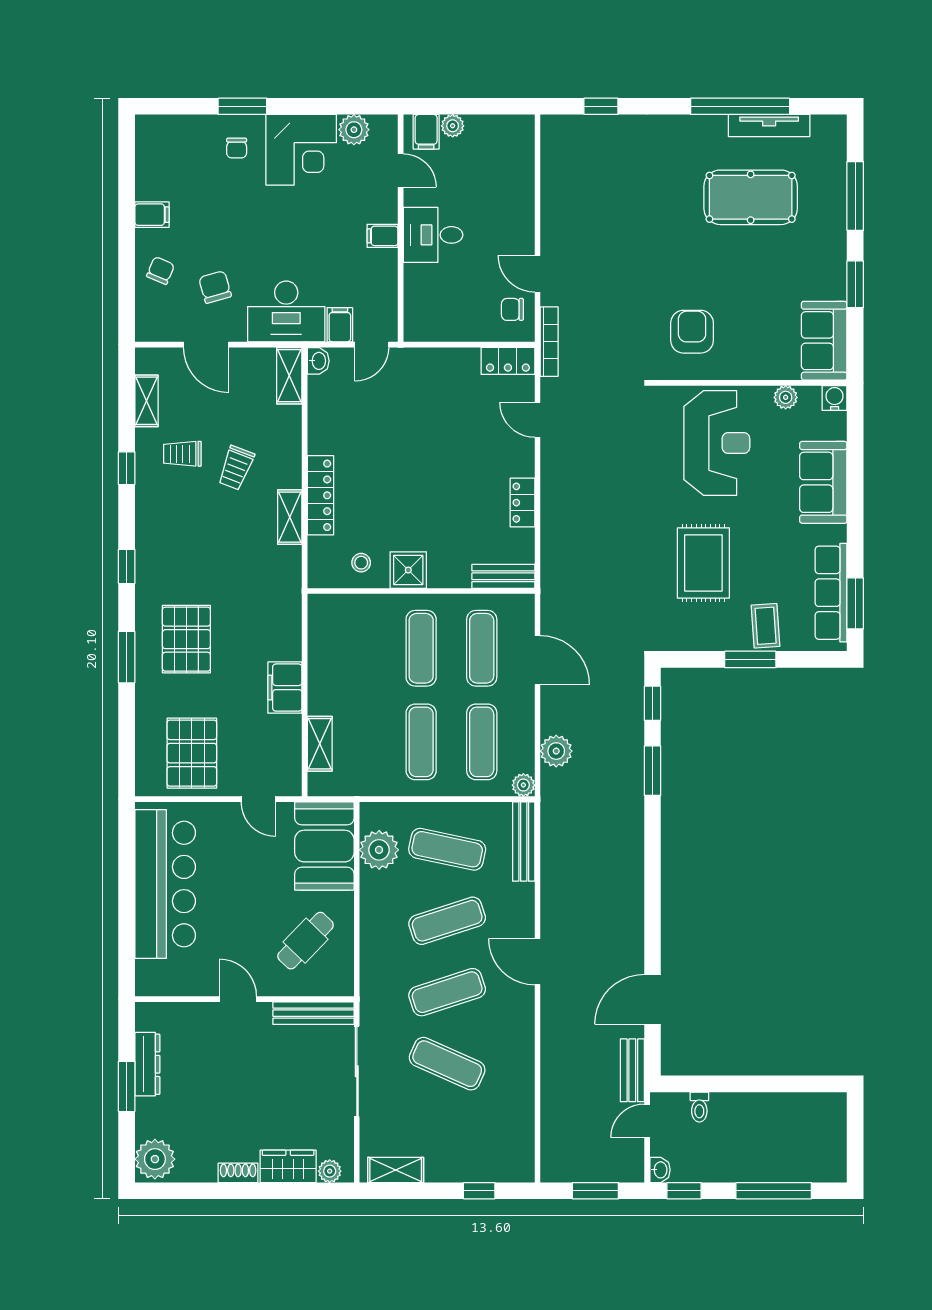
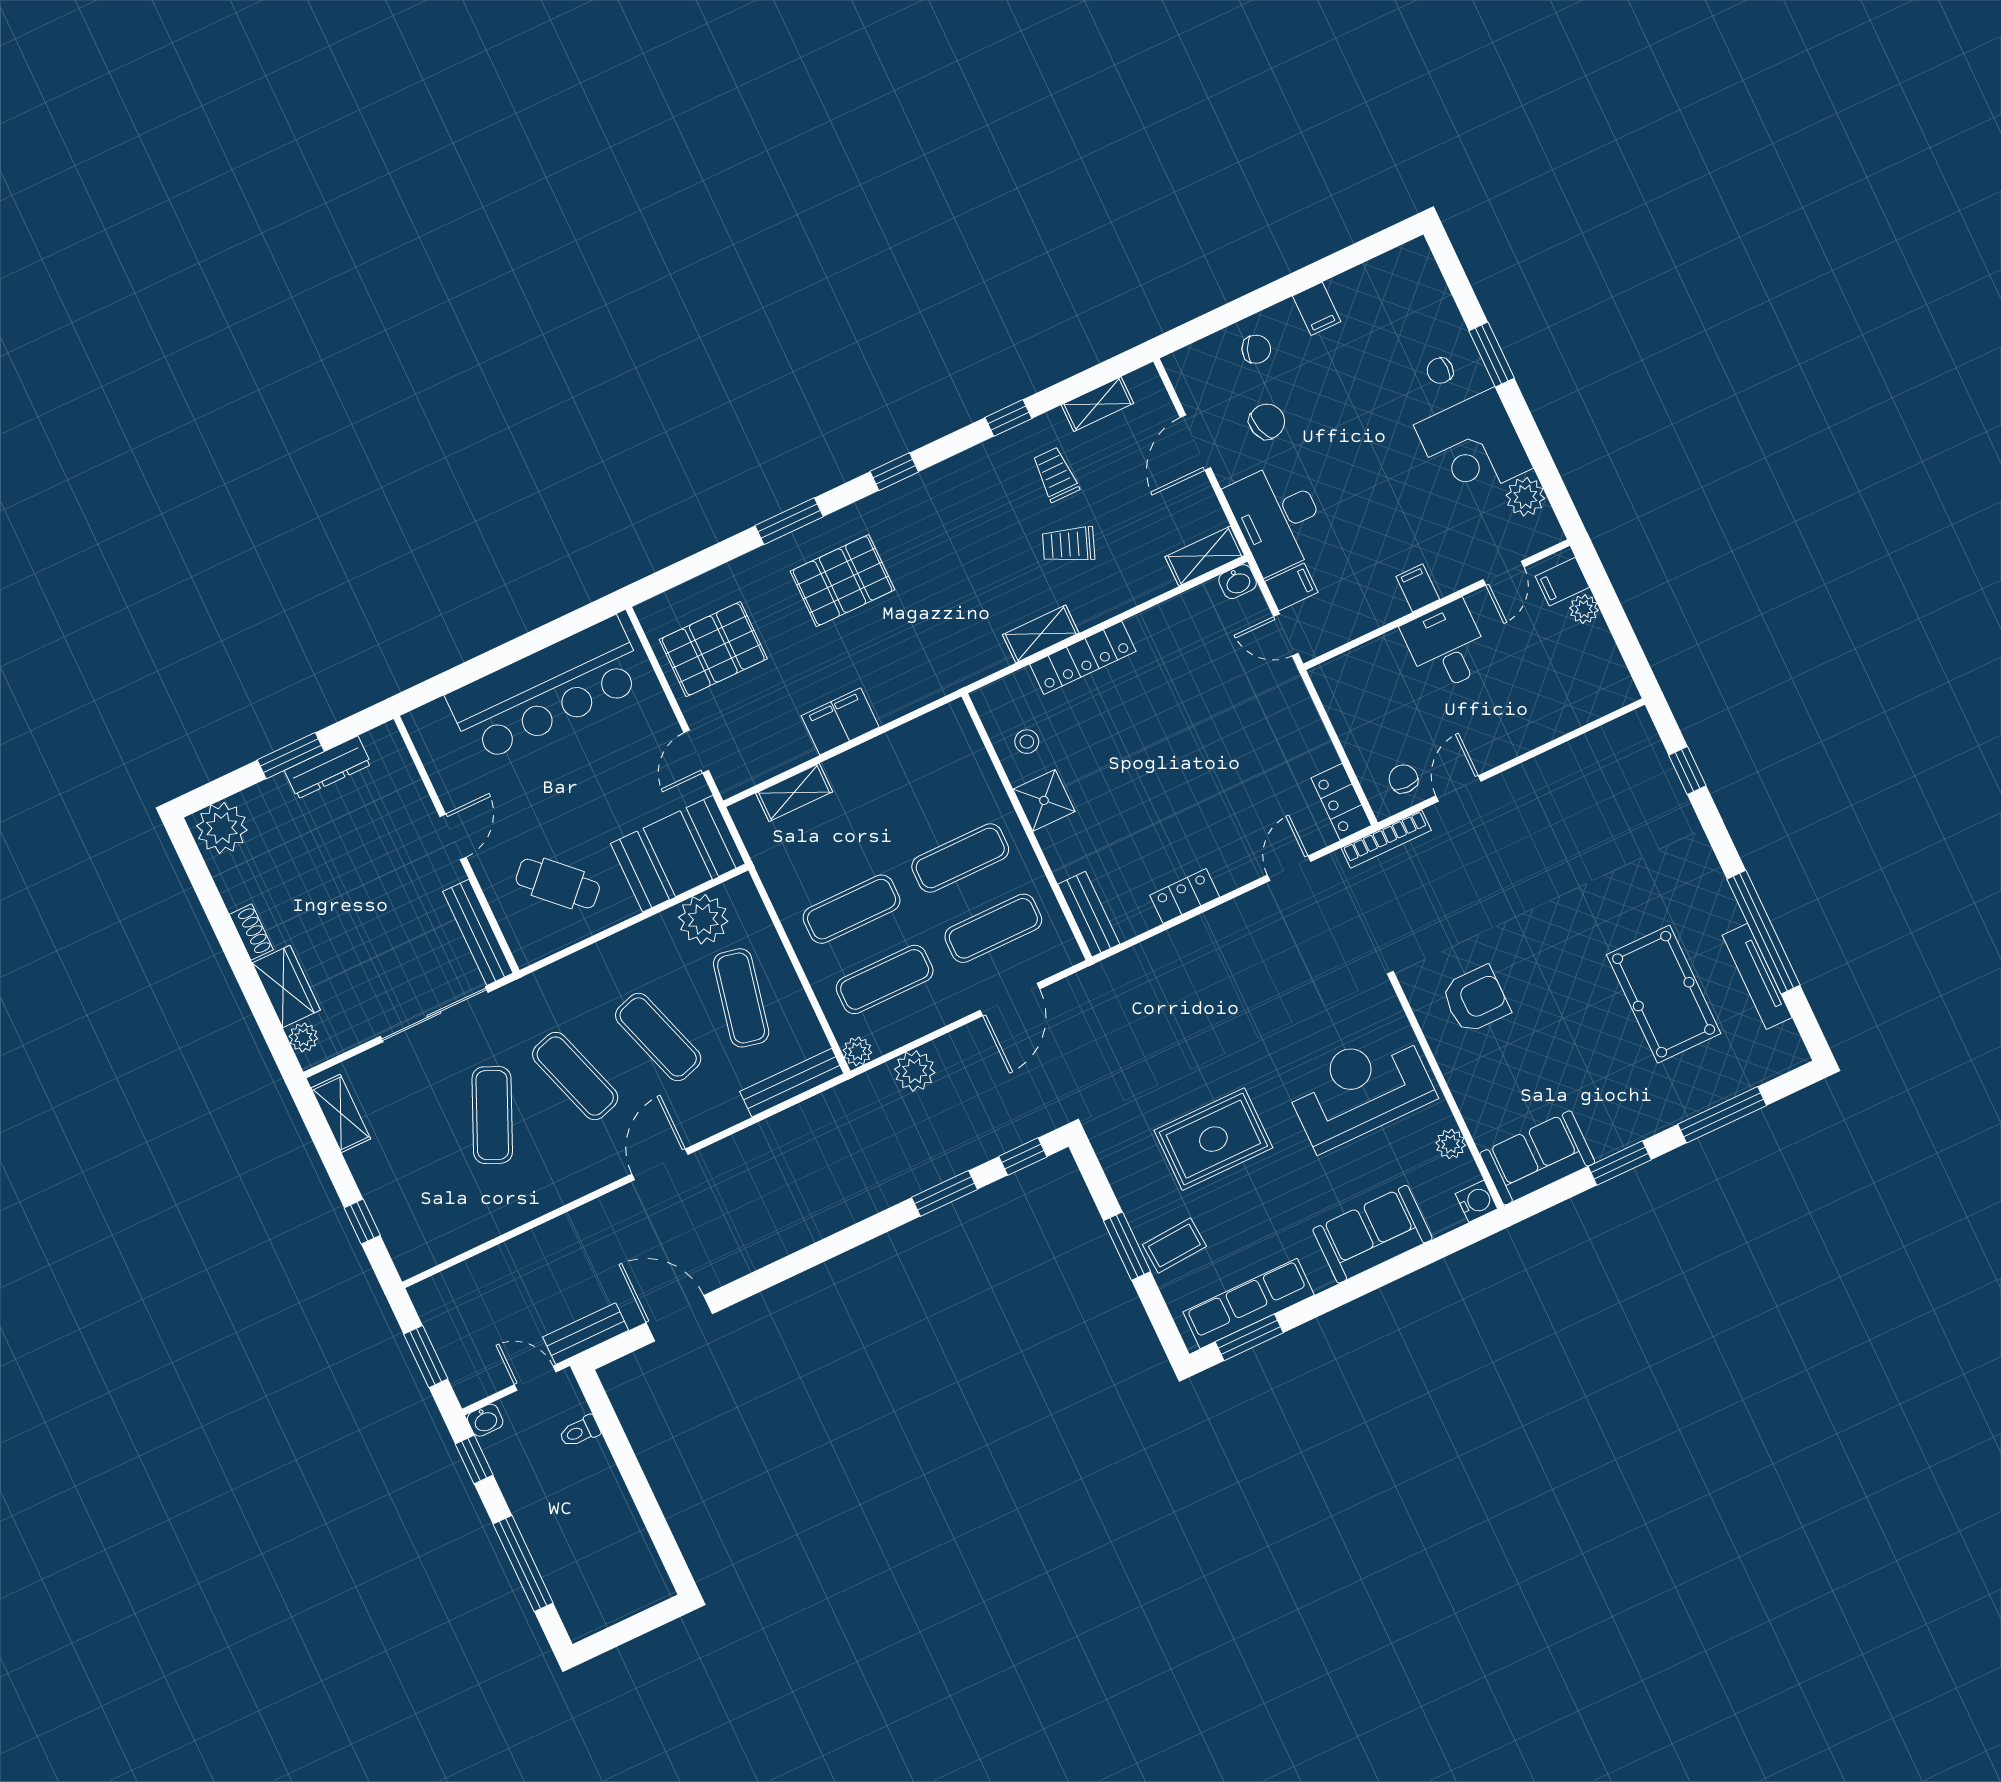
reception desk: (717, 443) -> (1360, 1089), turned 180

